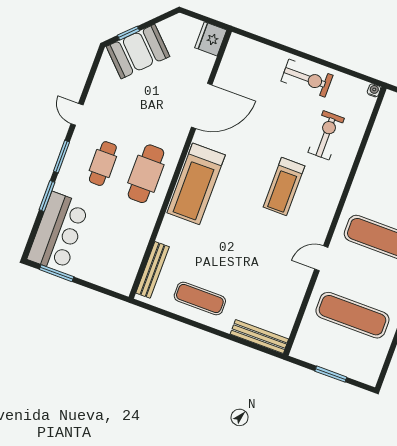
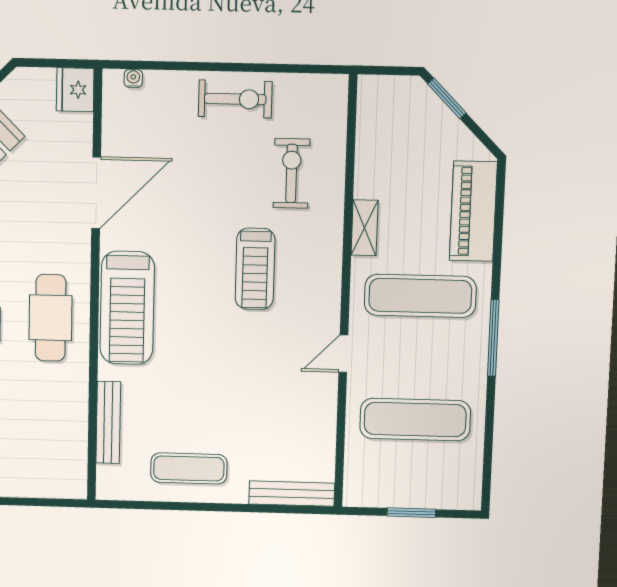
water cooler: (374, 90) -> (133, 78), moved
shelving: (360, 184) -> (365, 228), added
bench: (153, 270) -> (108, 422), moved

